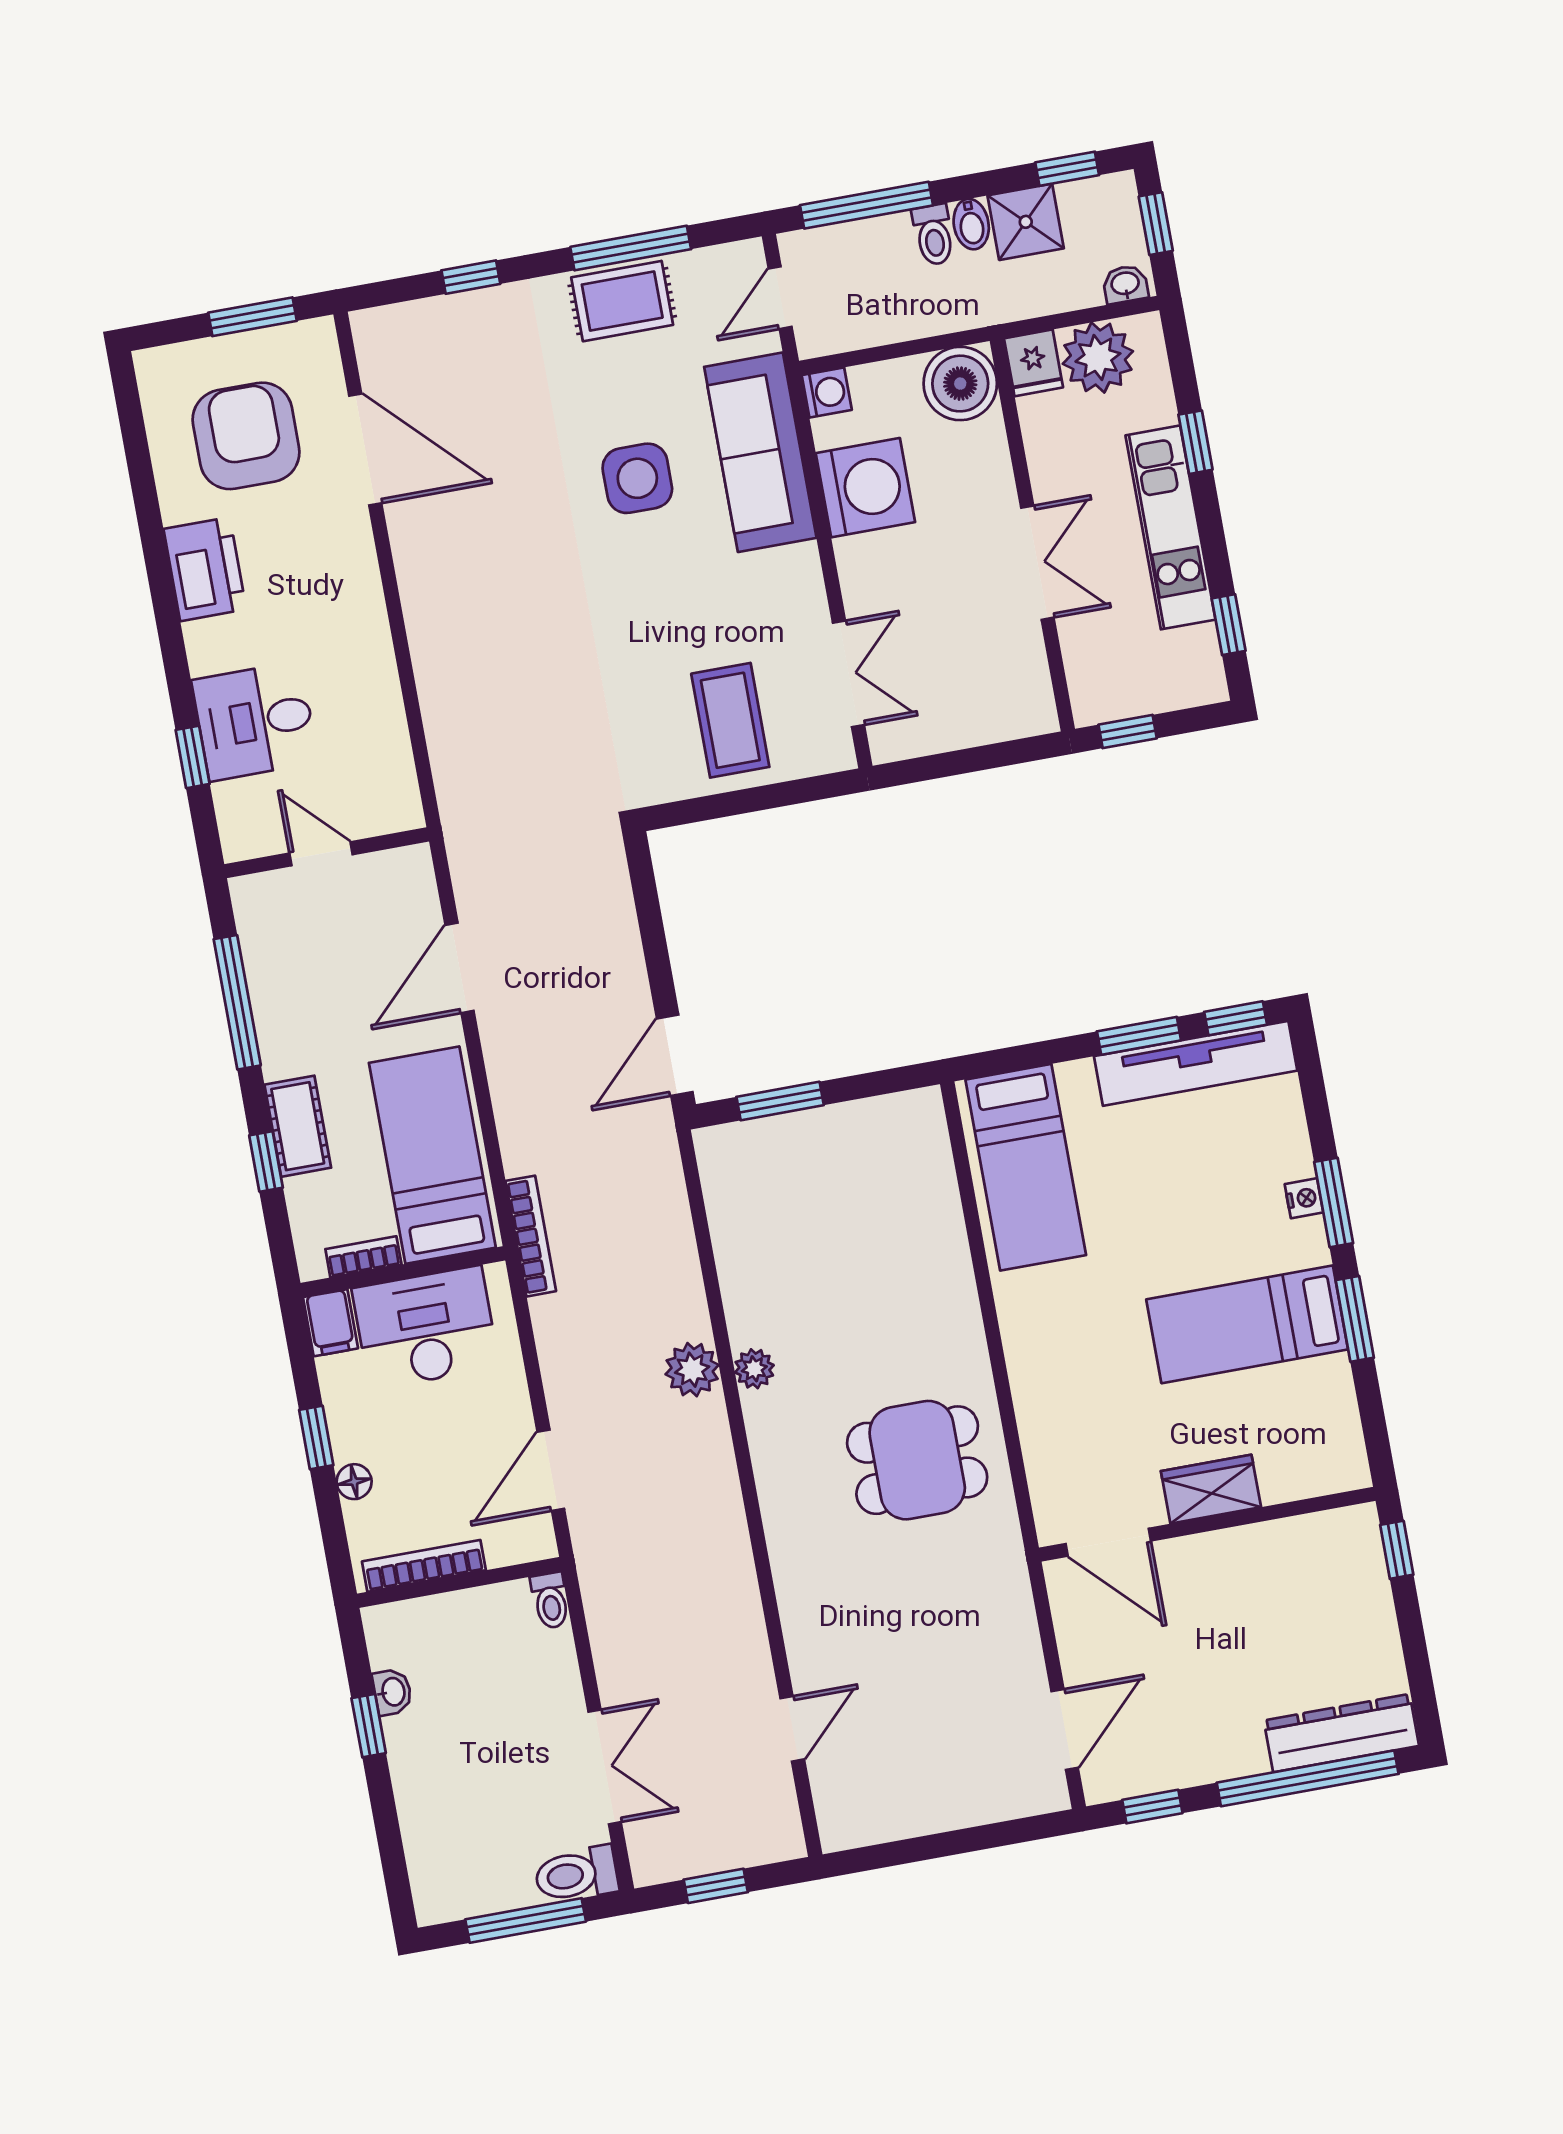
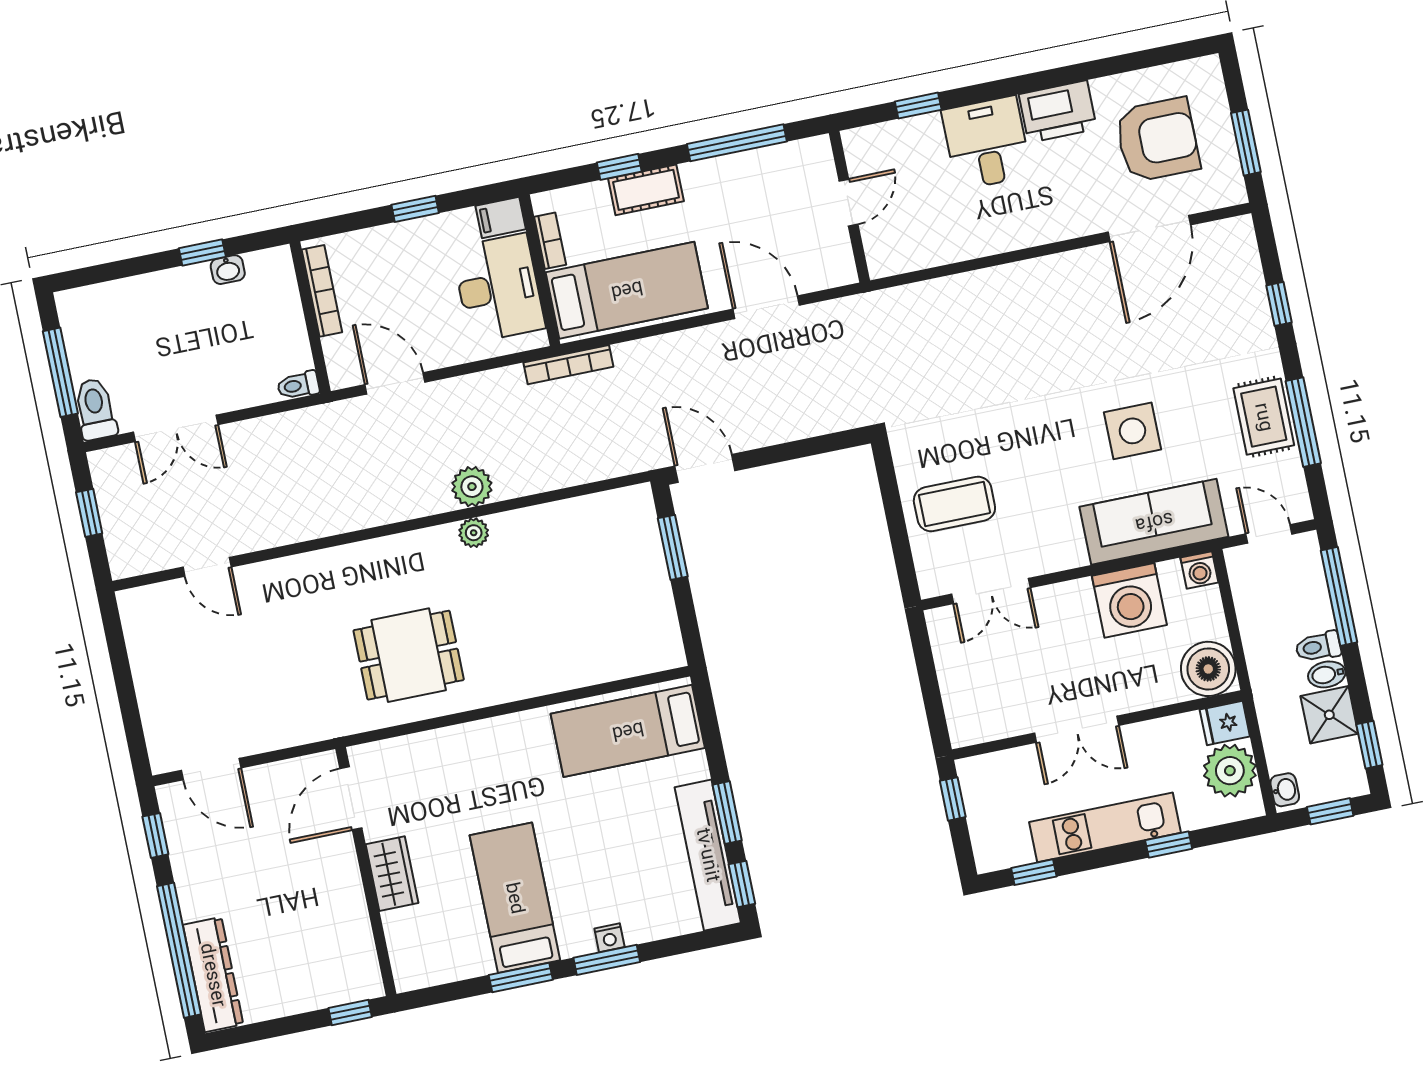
desk: (255, 721) -> (987, 143), moved
dining table: (917, 1460) -> (409, 655), turned 90
floor lamp: (354, 1482) -> (383, 238), removed

